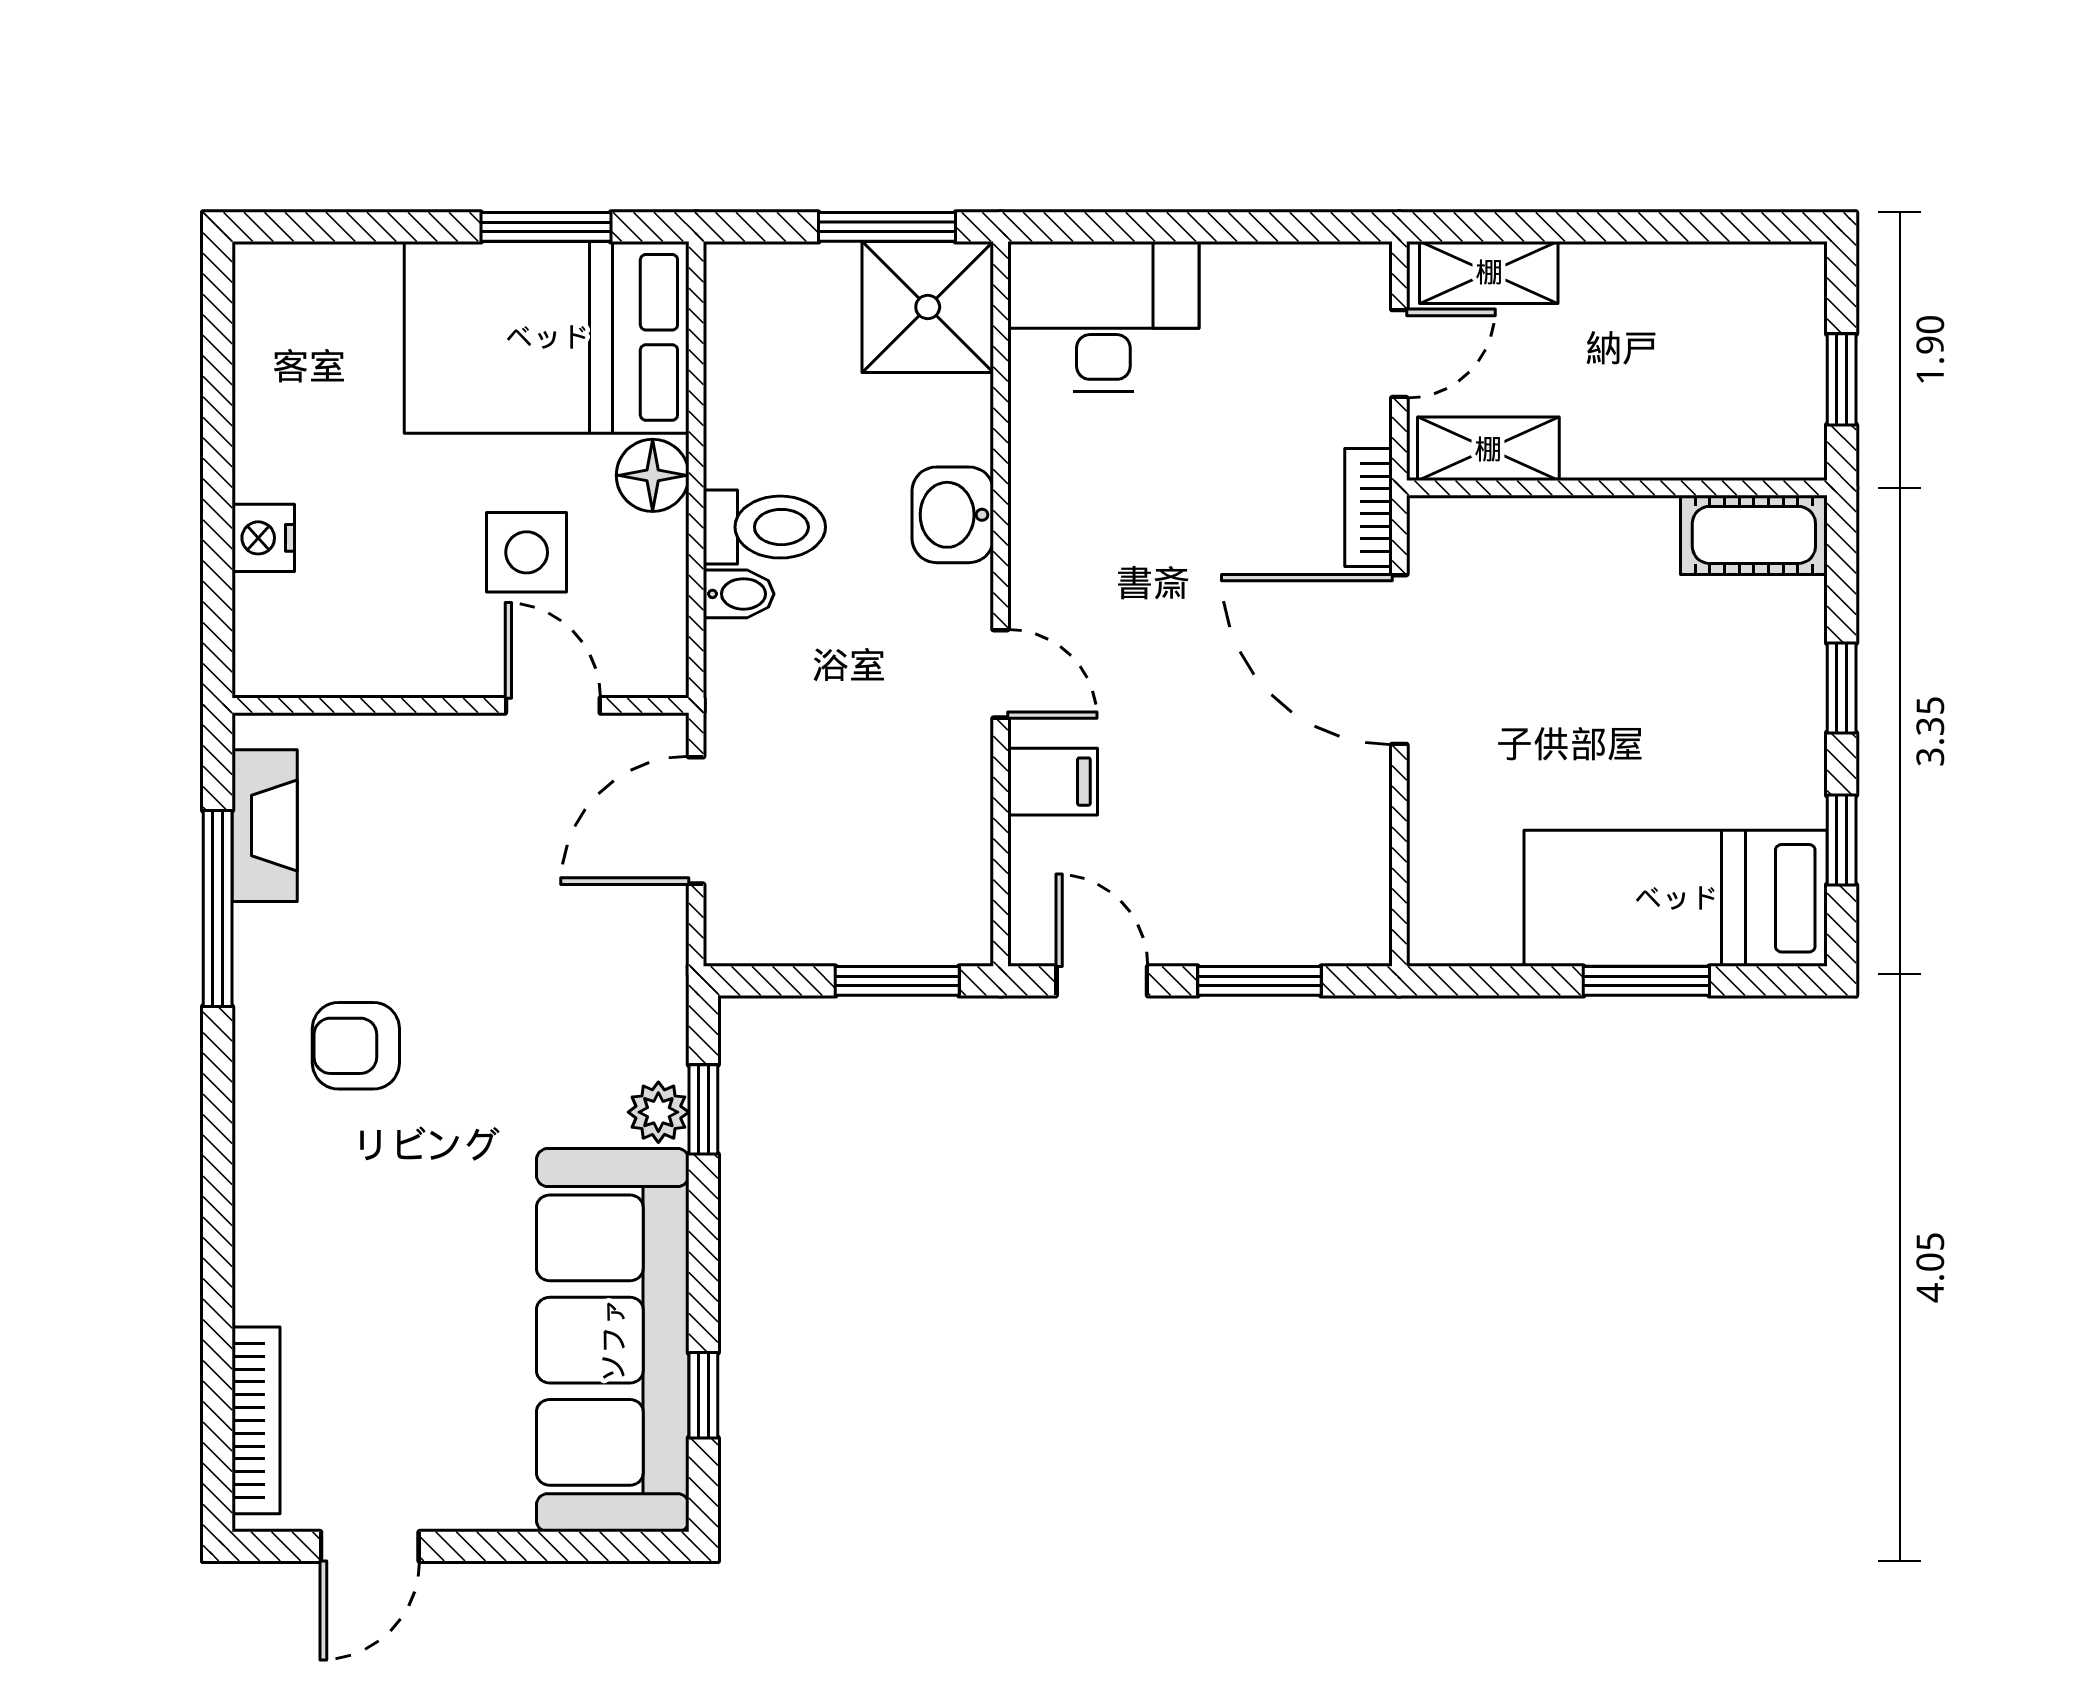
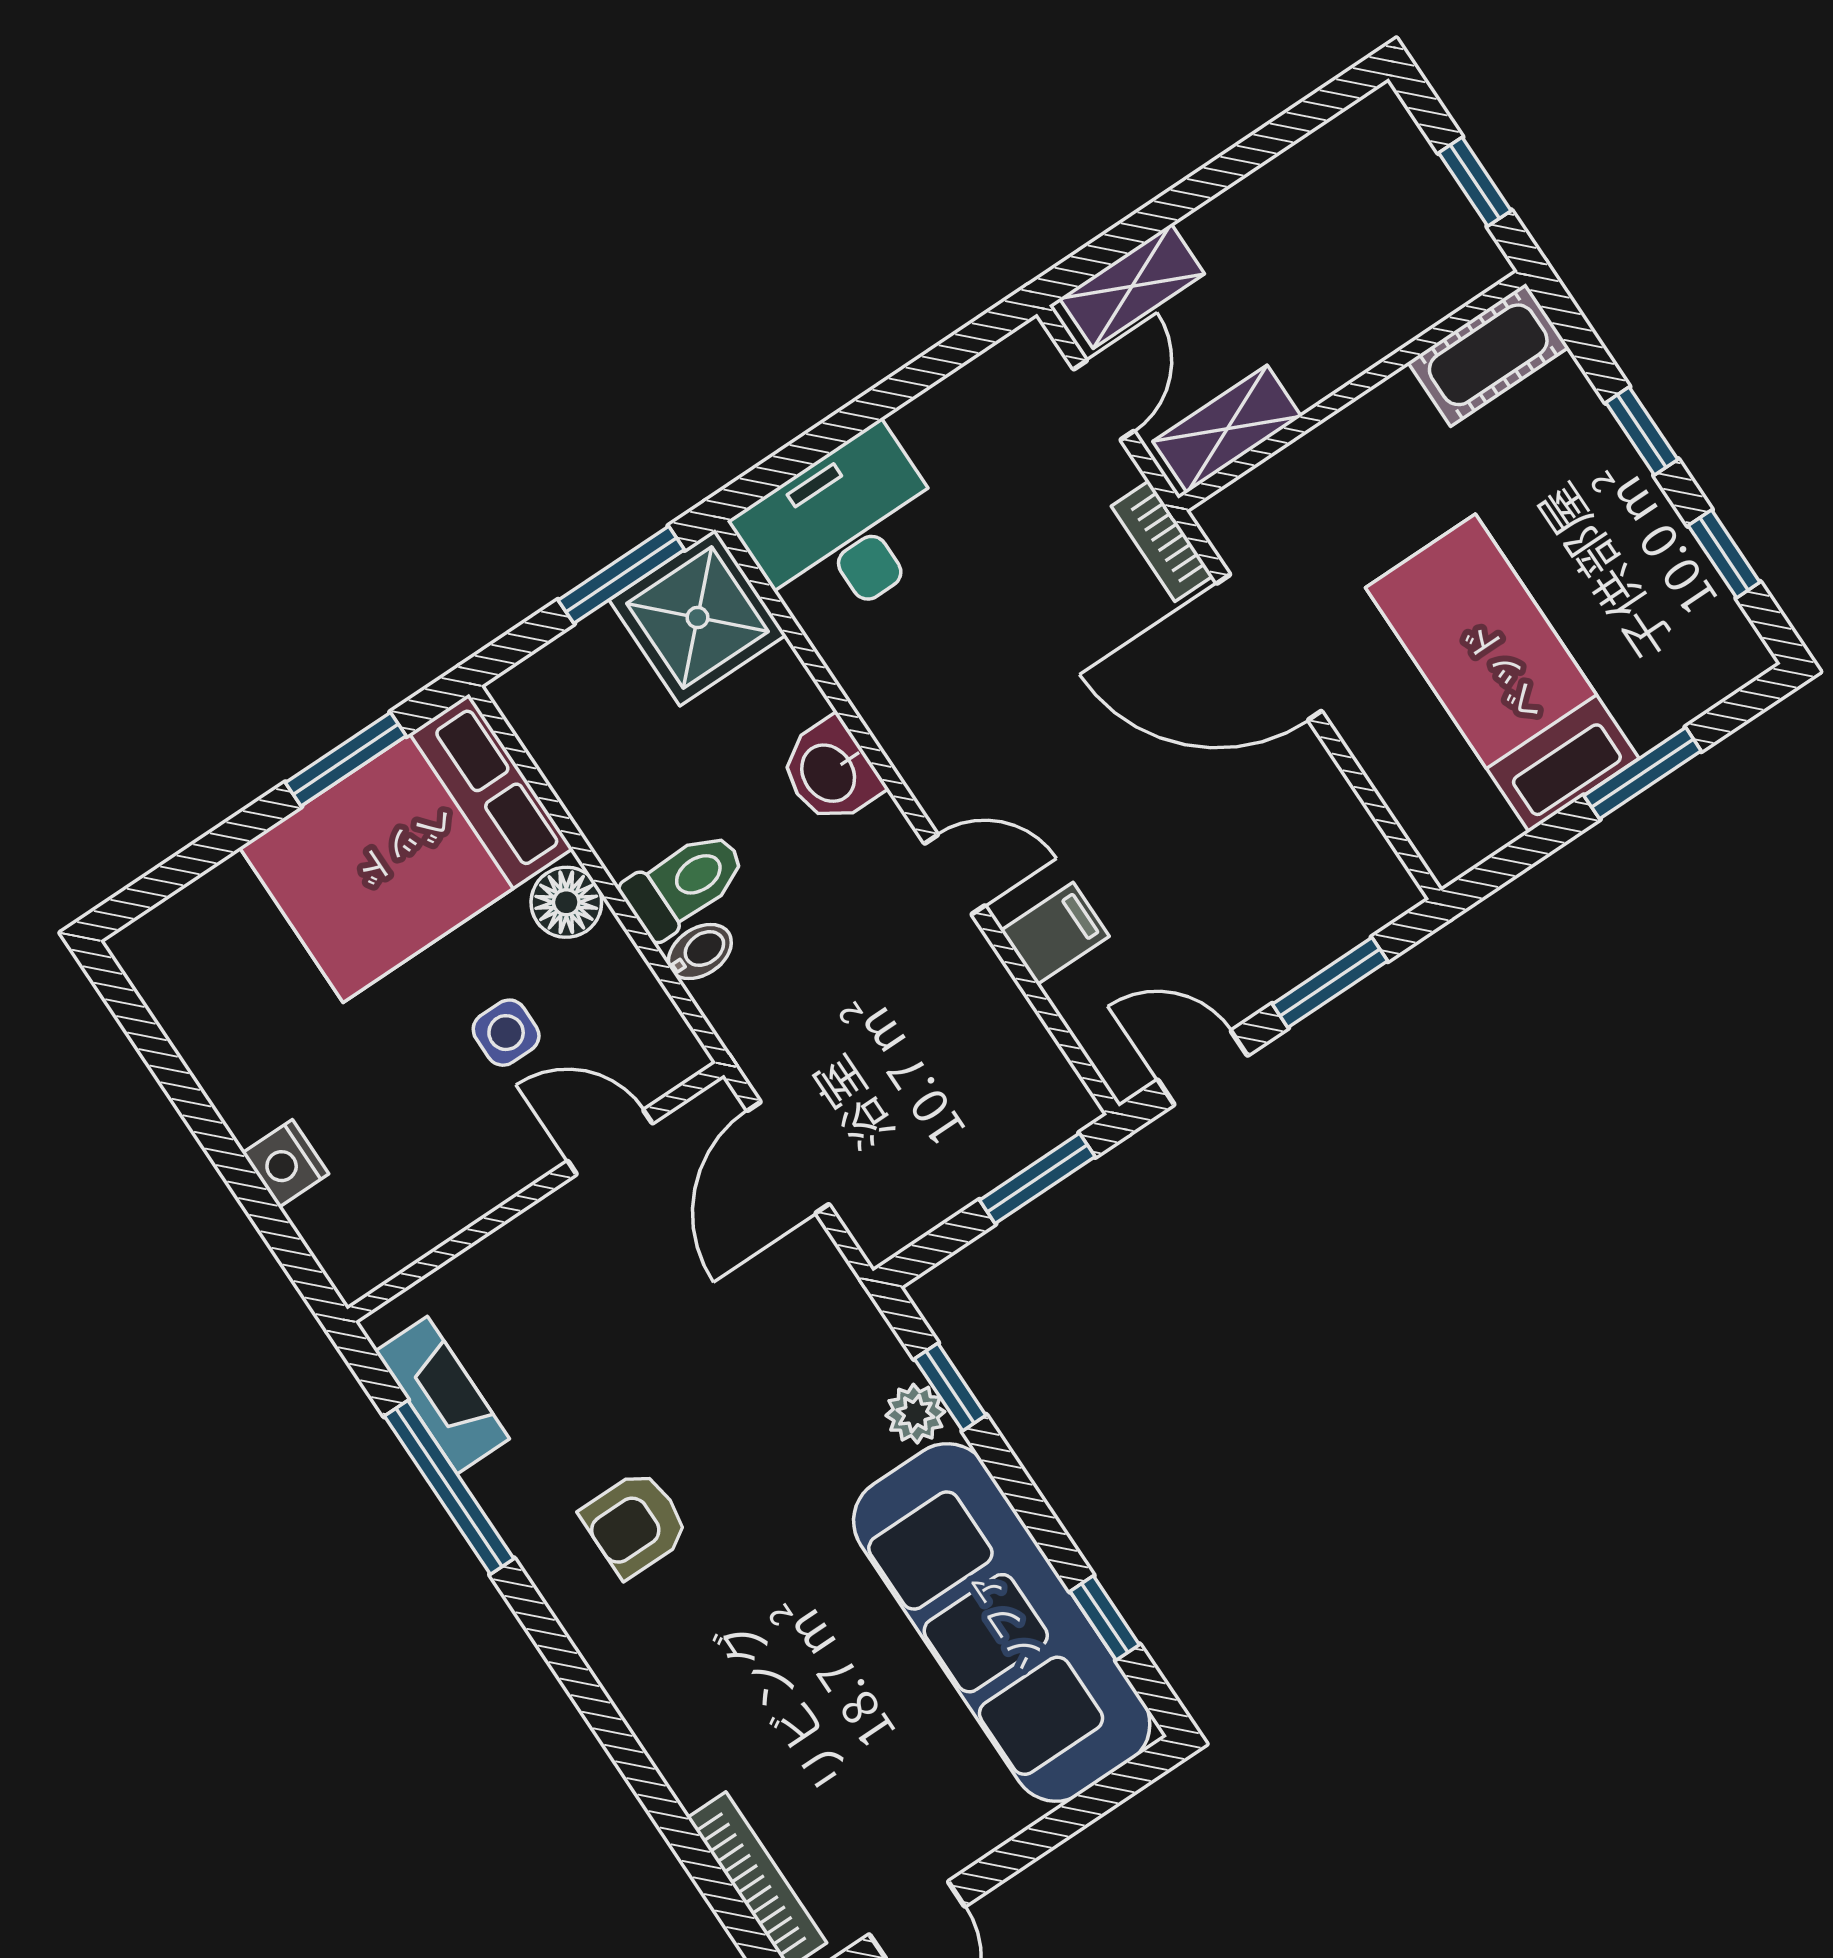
side table: (527, 552) -> (506, 1033), width x0.73, depth x0.73
bed: (1676, 898) -> (1502, 673), moved, turned 90

